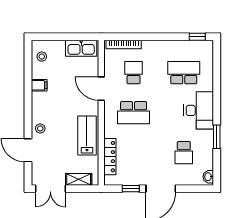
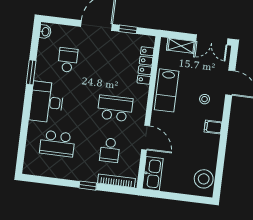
window: (197, 37) -> (88, 186), moved
kitchen sink: (81, 48) -> (153, 174), moved, turned 90
stool: (42, 57) -> (204, 179), width x1.89, depth x1.89
filing cabinet: (39, 85) -> (213, 127), moved
stool: (40, 128) -> (205, 99), moved
double door: (50, 189) -> (212, 40), swing flipped

